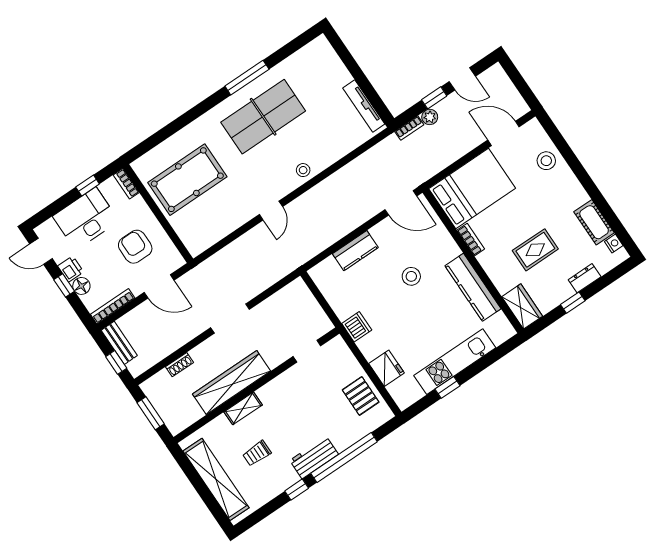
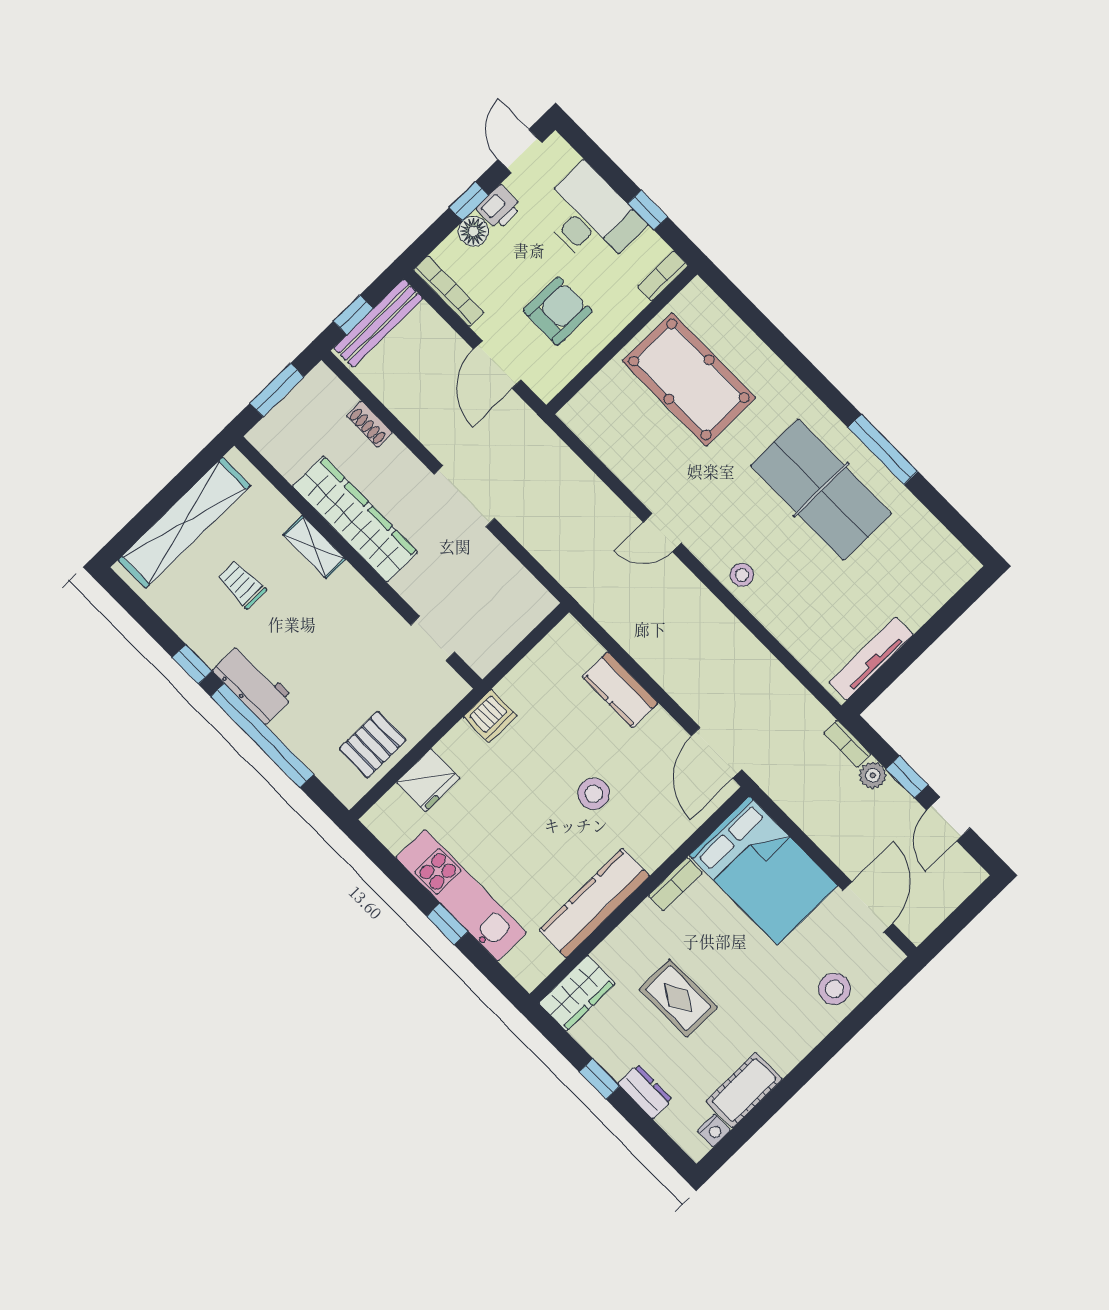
bench: (119, 343) -> (378, 323), width x1.36
window: (448, 387) -> (447, 924), moved

